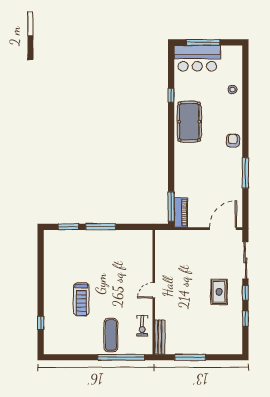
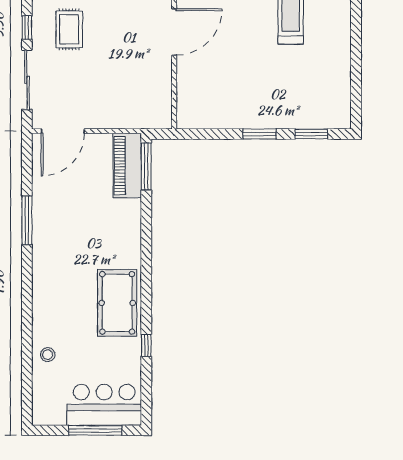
armchair: (233, 141) -> (47, 273), removed
piano: (181, 213) -> (127, 166), width x1.37, depth x1.33
window: (101, 227) -> (259, 134), width x0.69
door: (154, 290) -> (174, 32), width x1.88

